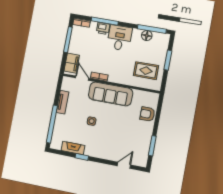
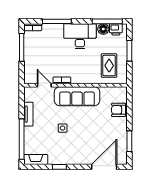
printer: (103, 28) -> (116, 29), moved
desk: (119, 38) -> (80, 36), width x1.37
filing cabinet: (72, 63) -> (30, 72), removed
rug: (146, 71) -> (109, 66), turned 90
fireplace: (73, 148) -> (36, 160), moved
door: (124, 165) -> (104, 167), width x1.88

